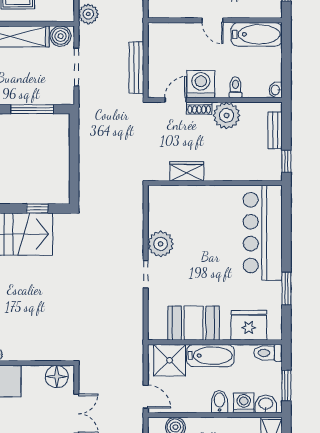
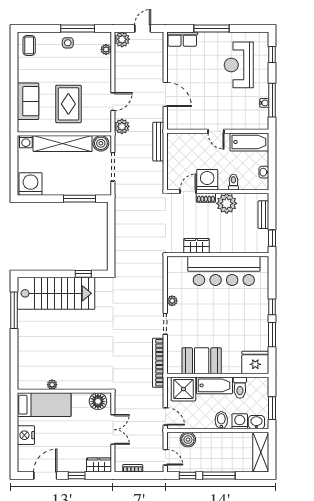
bench: (136, 68) -> (158, 142), moved
washbasin: (276, 90) -> (264, 172), moved
bar counter: (263, 233) -> (224, 271), moved, turned -90
plant: (161, 244) -> (172, 301), width x0.53, depth x0.53
window: (286, 252) -> (272, 307), added
fridge: (249, 325) -> (255, 362), moved
bookcase: (136, 326) -> (158, 363), added
toilet: (268, 353) -> (240, 388), moved, turned -90

